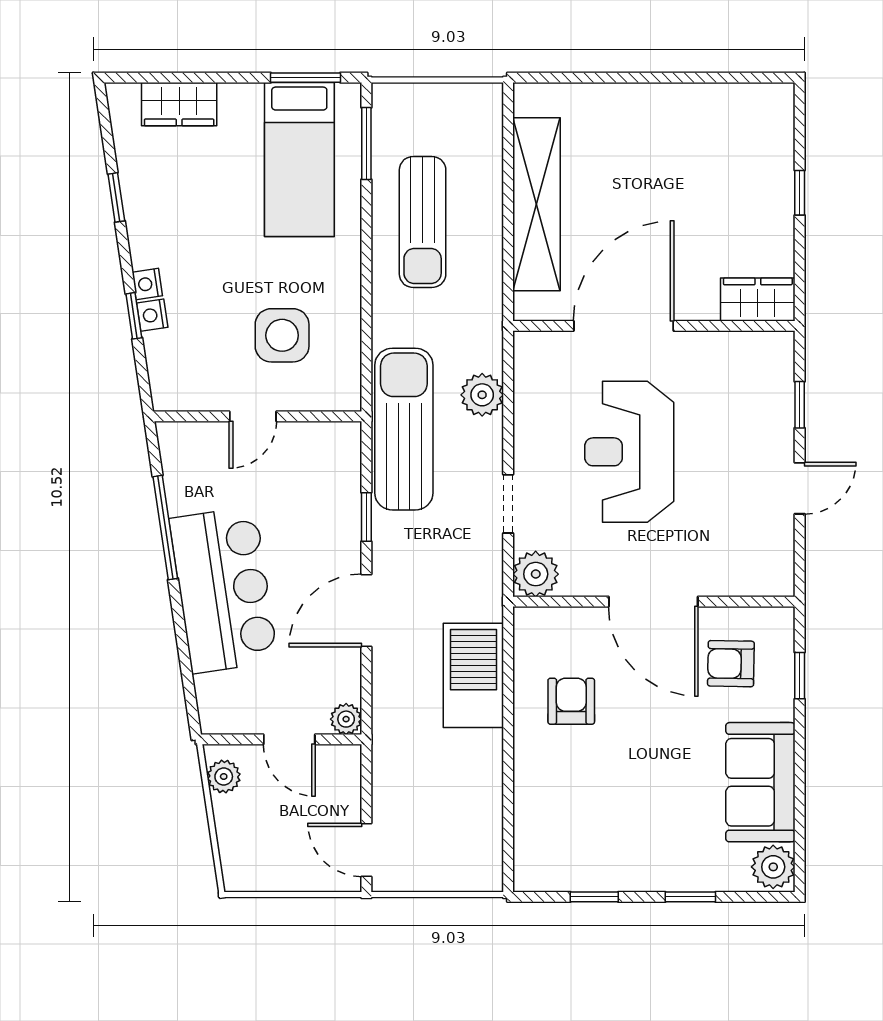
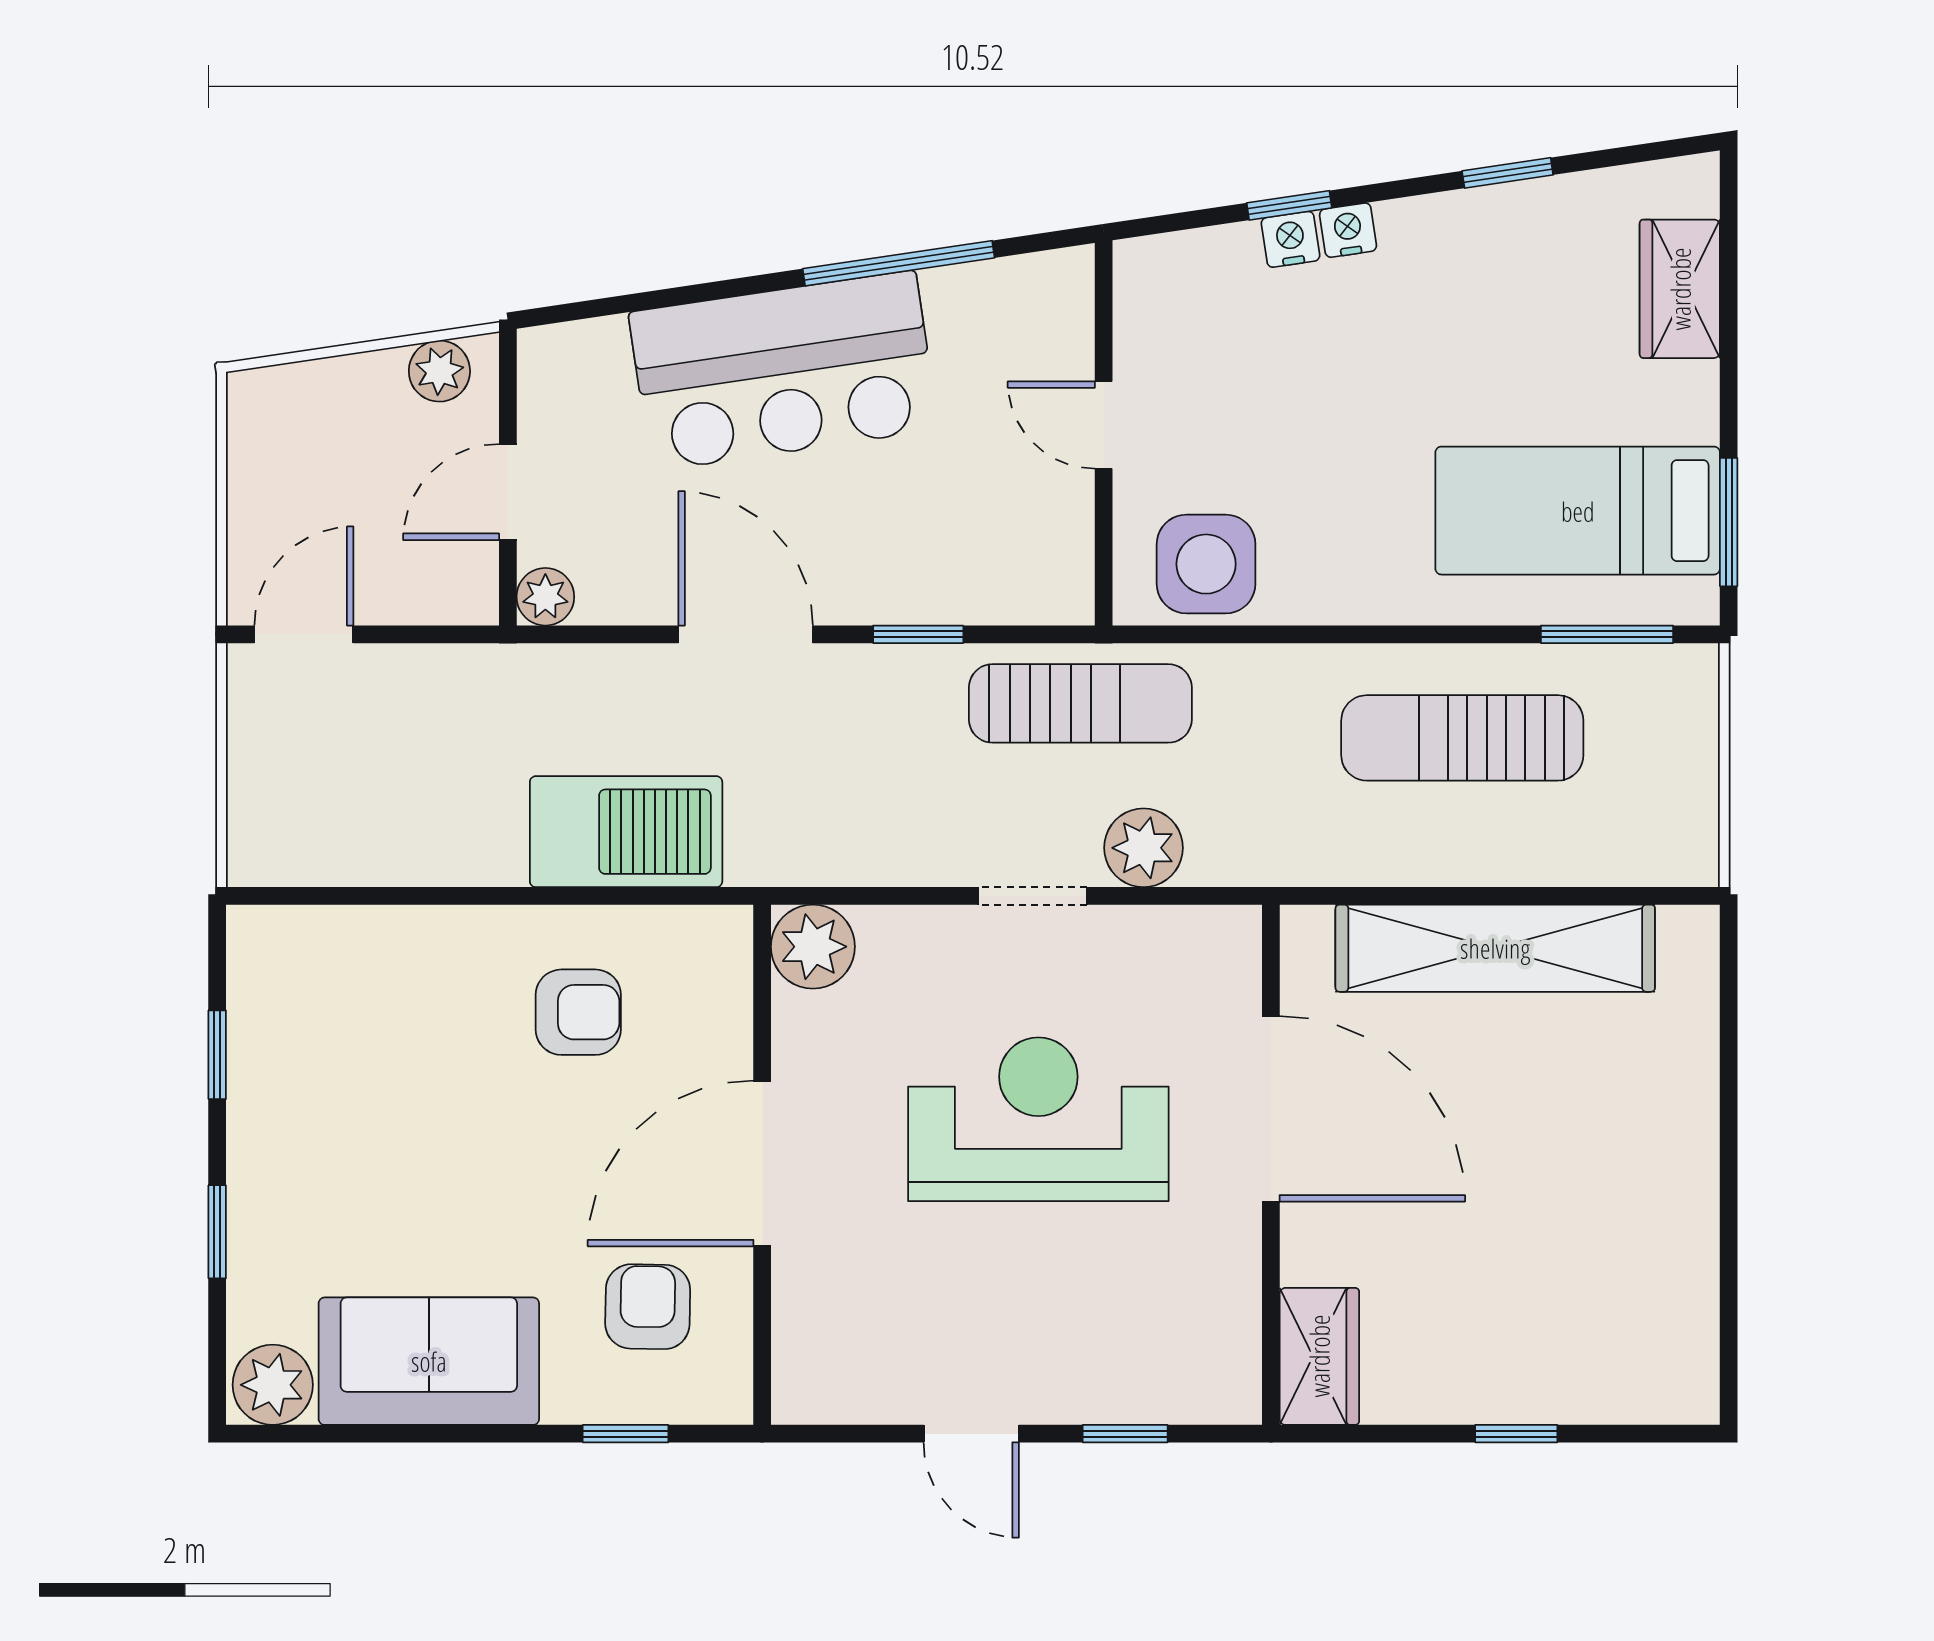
side table: (282, 335) -> (1206, 564), moved
sun lounger: (404, 429) -> (1080, 703), width x0.73, depth x0.75
doorway: (508, 504) -> (1033, 896), moved

